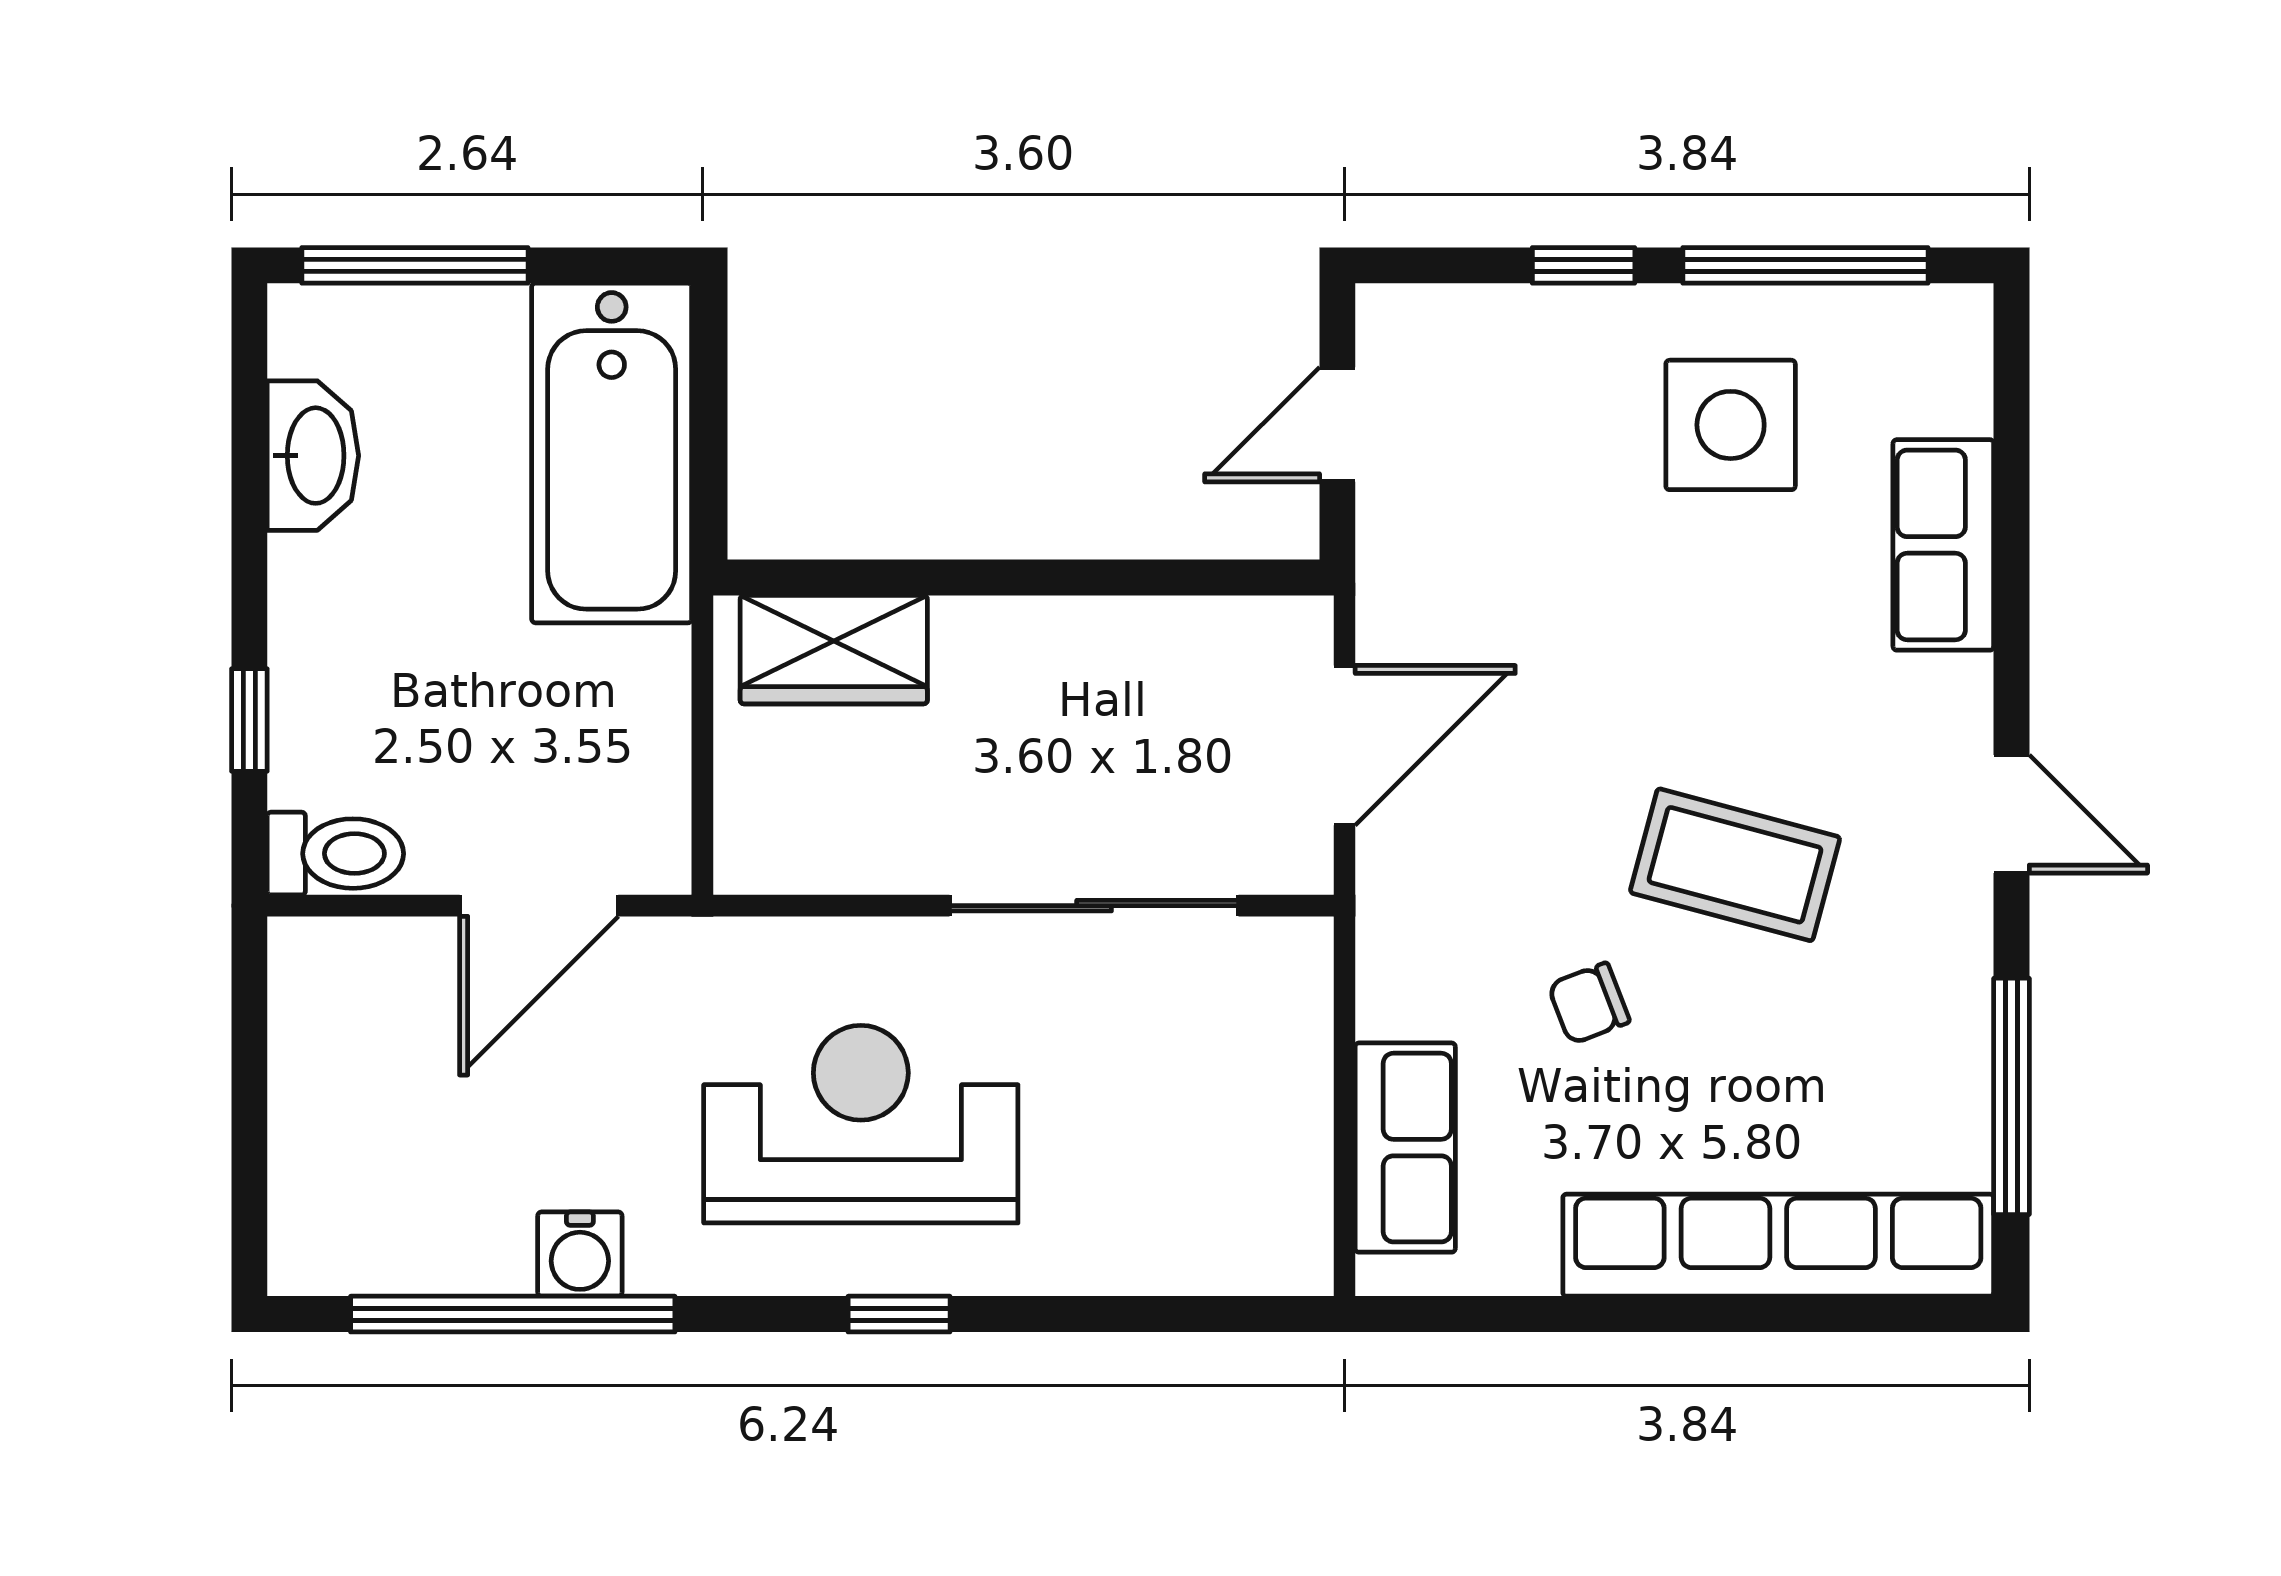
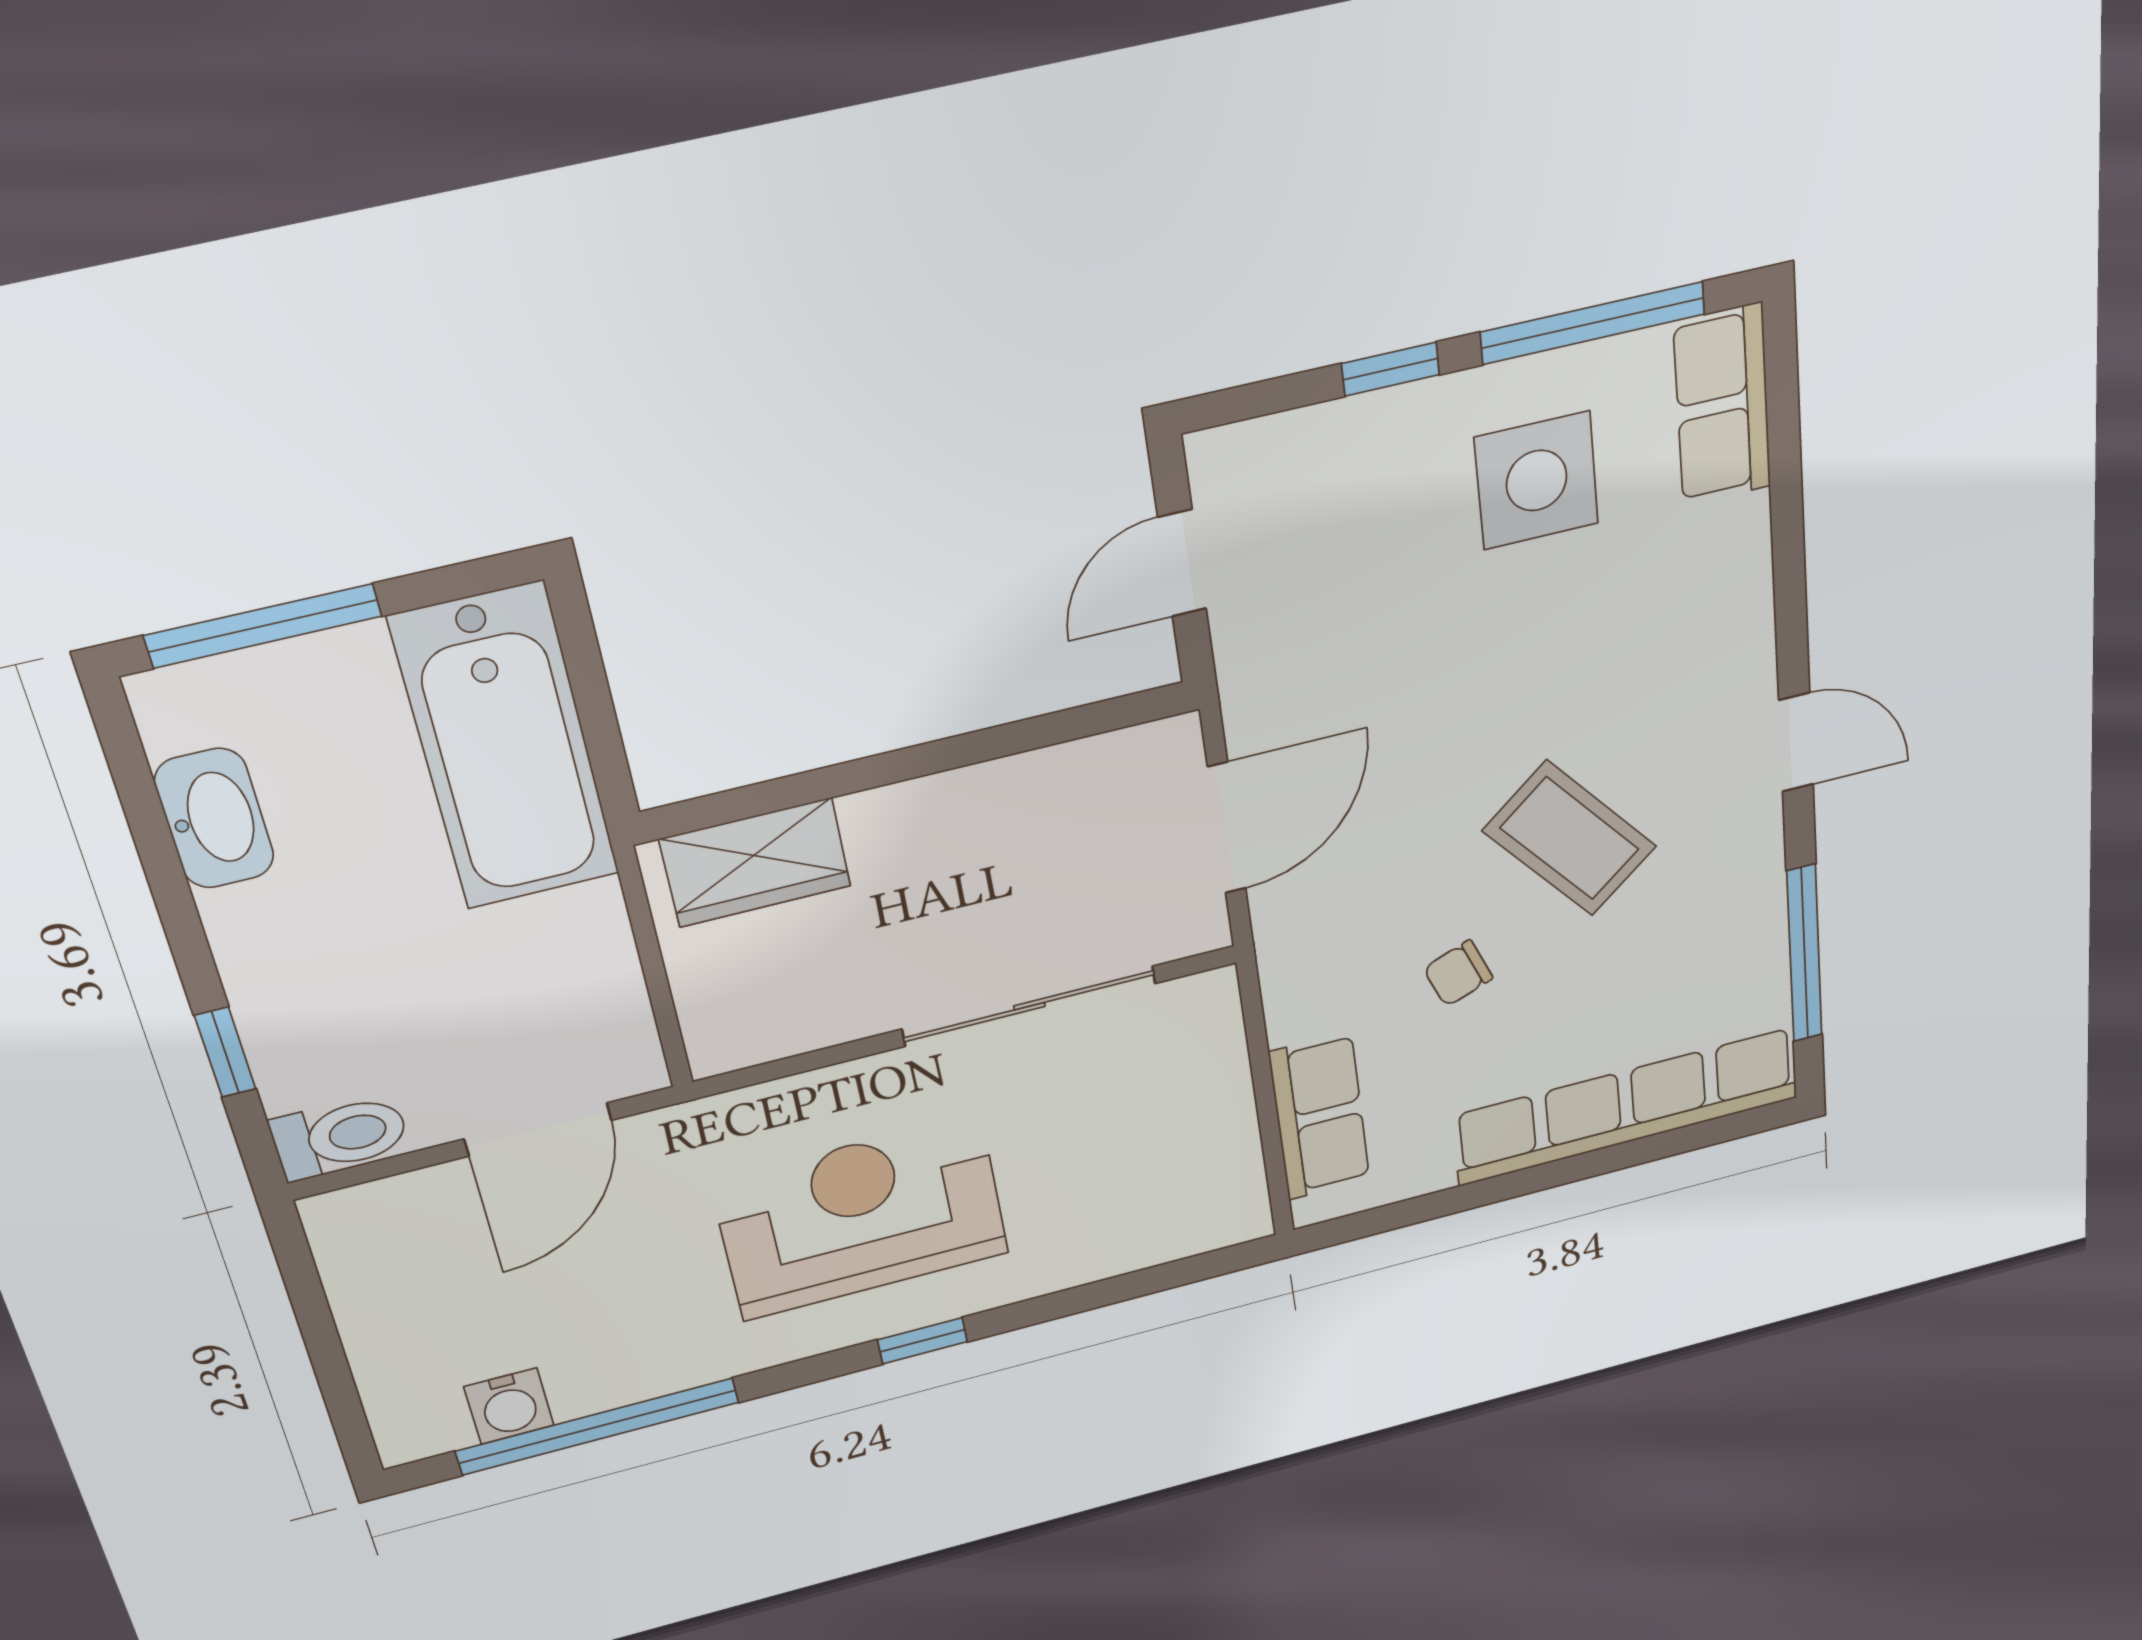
row of seats: (1943, 545) -> (1722, 405), moved
coffee table: (1735, 865) -> (1570, 839), turned 35
water cooler: (580, 1254) -> (509, 1406), moved

